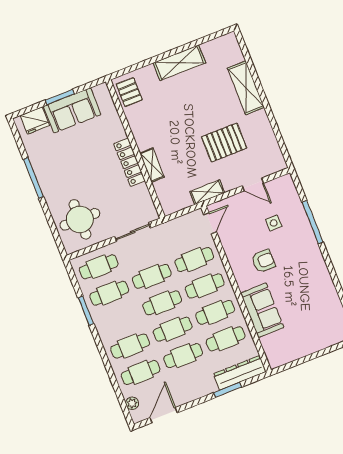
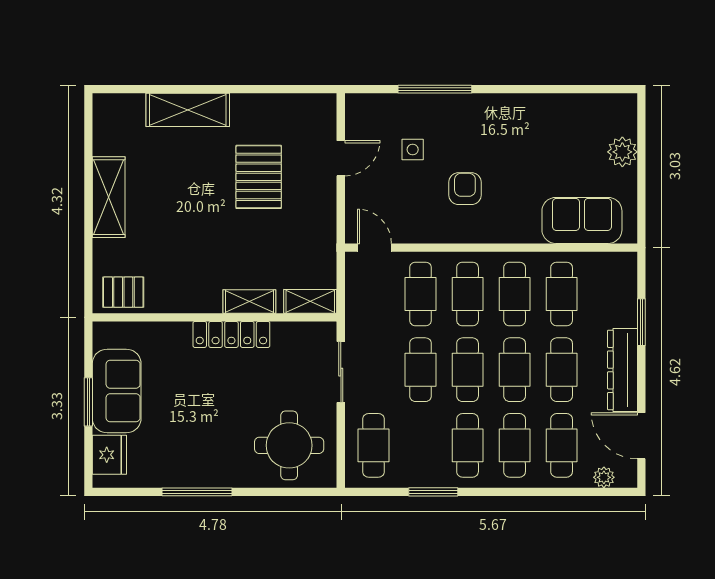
shelving: (207, 192) -> (310, 301), moved, turned 90
cafe table: (109, 293) -> (468, 445), moved
sofa: (262, 310) -> (582, 220), moved
plant: (319, 341) -> (622, 152), added
dresser: (240, 373) -> (623, 370), moved

